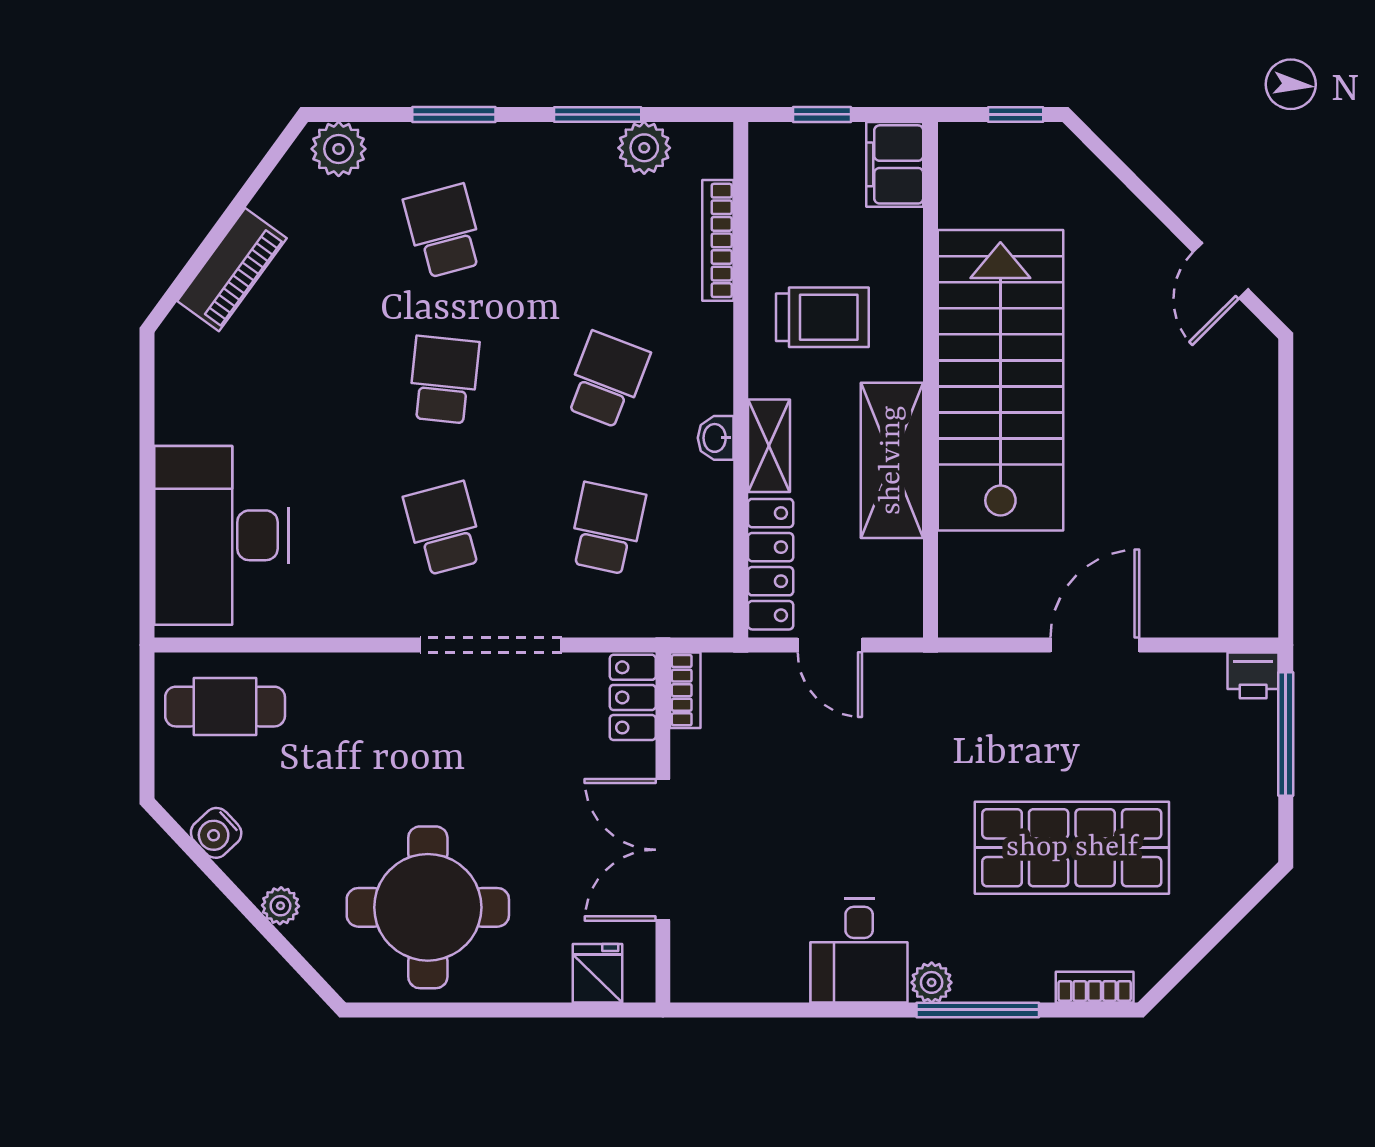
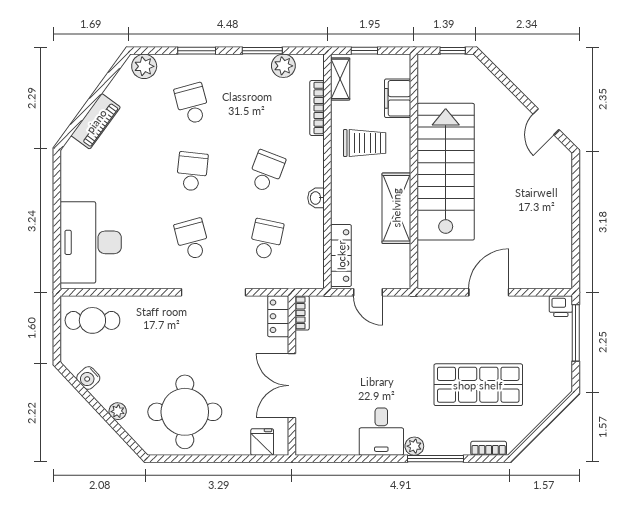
filing cabinet: (895, 164) -> (398, 98), moved
shelving: (769, 446) -> (340, 79), moved

